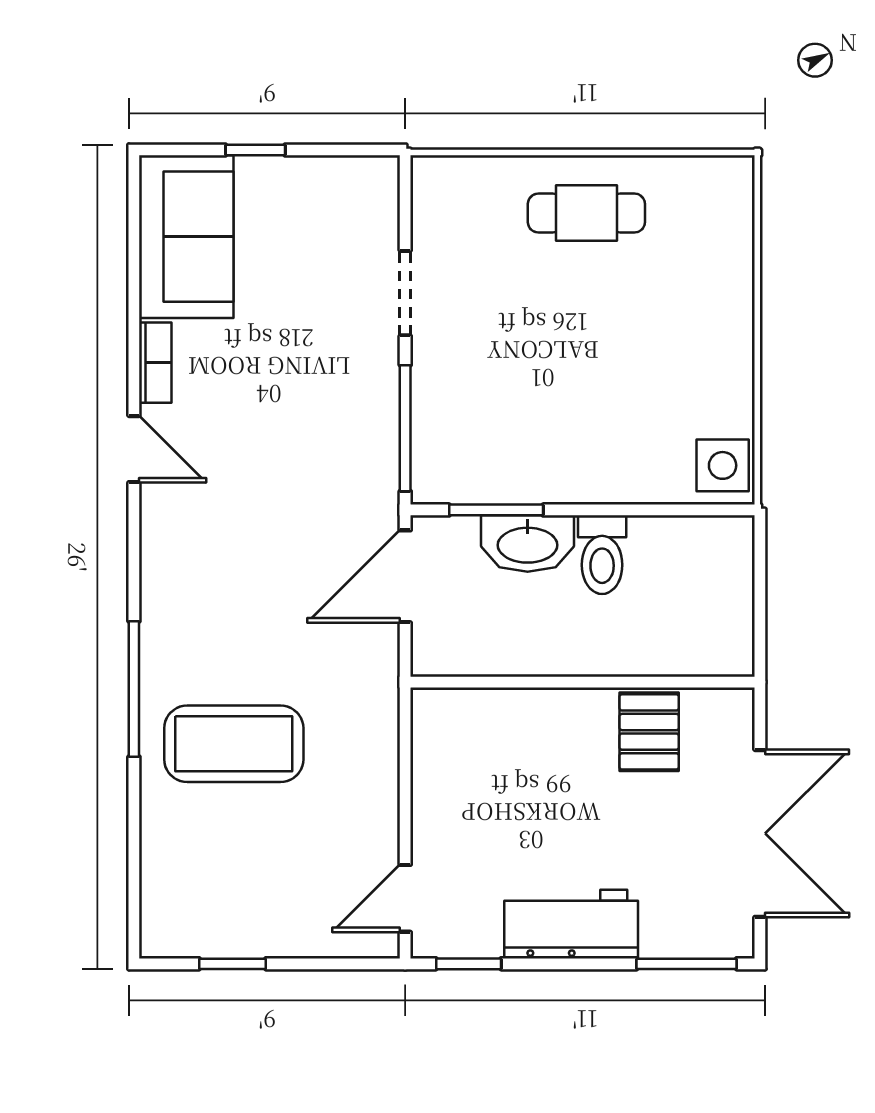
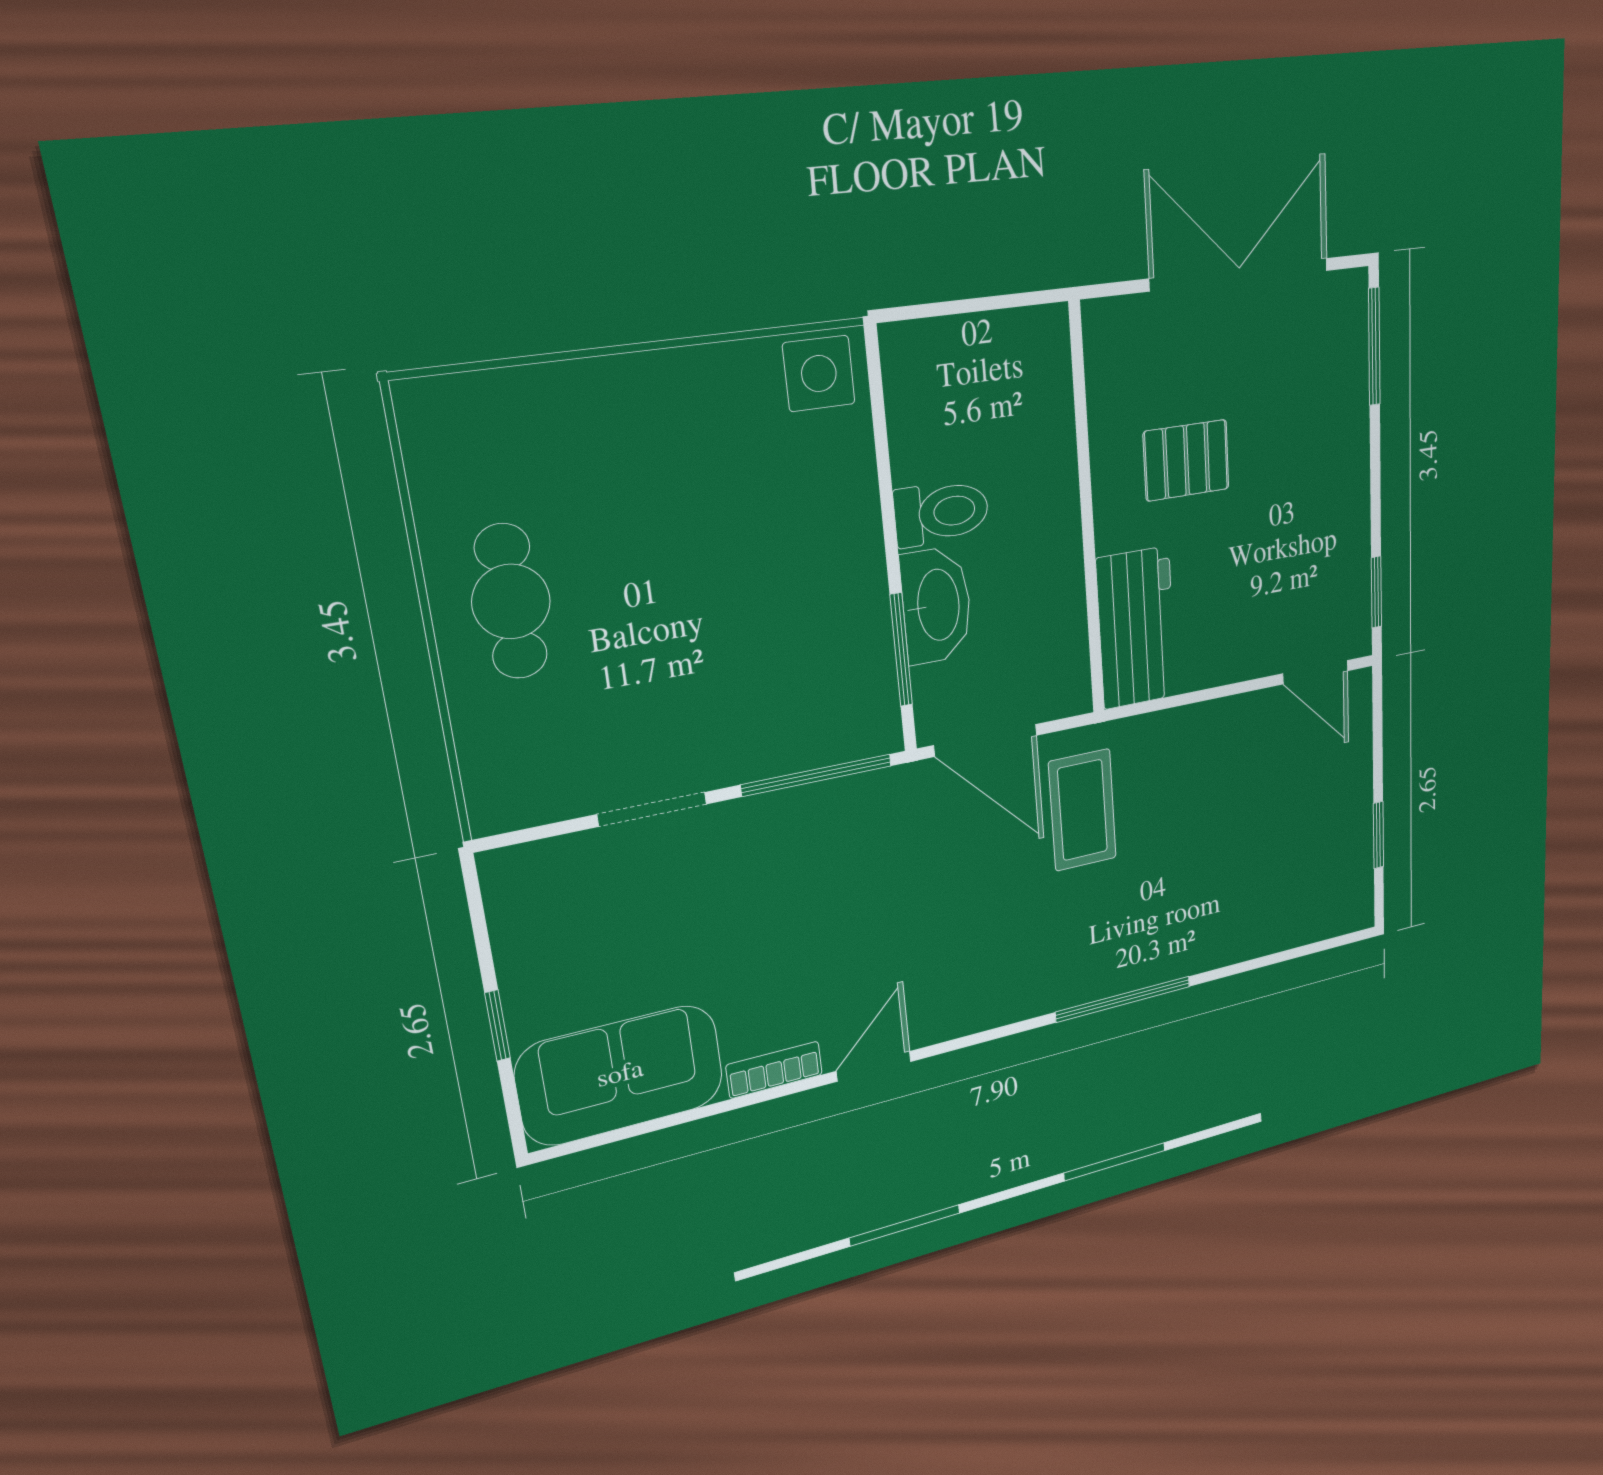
pallet: (649, 732) -> (1186, 460), moved
coffee table: (234, 744) -> (1083, 810), moved, width x0.73, depth x0.76
workbench: (571, 924) -> (1136, 628), moved, turned 180

